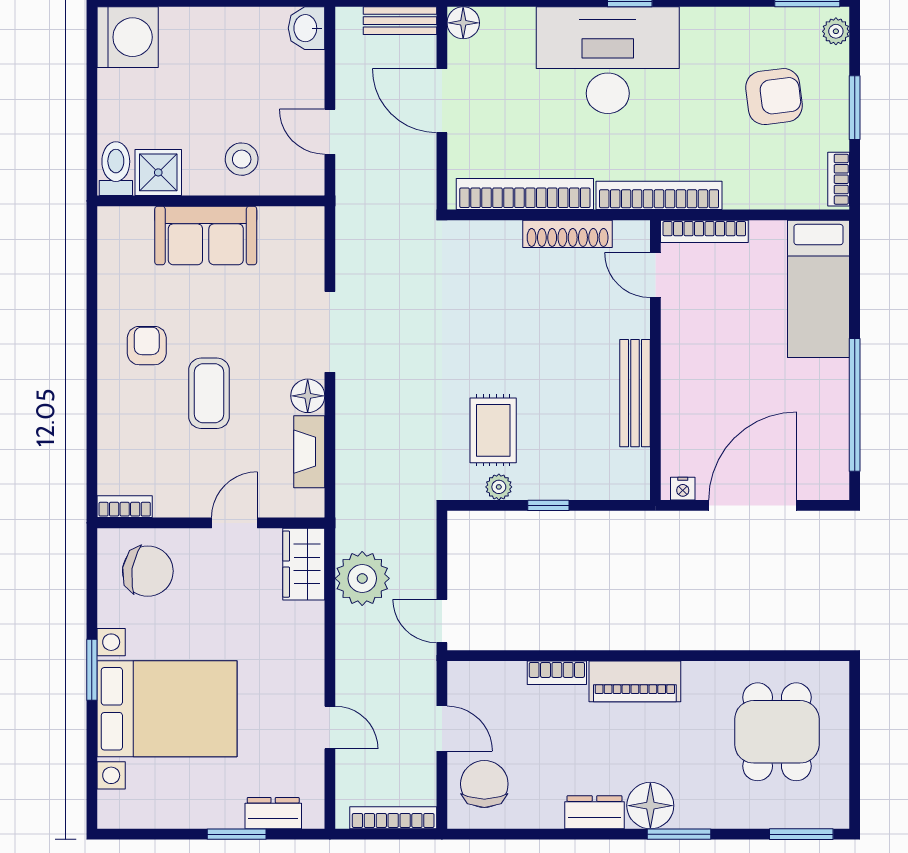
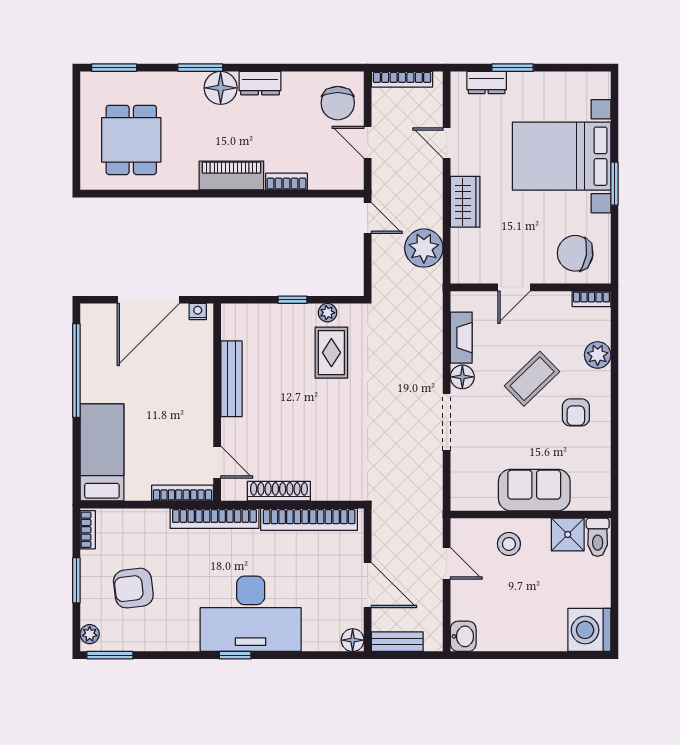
coffee table: (209, 393) -> (532, 379), turned 46
plant: (116, 427) -> (598, 355), added
wardrobe: (304, 564) -> (465, 202), moved

